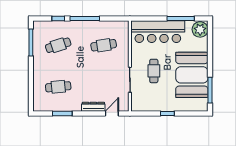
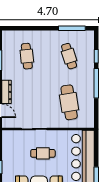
cafe table: (104, 45) -> (69, 102), width x1.37, depth x1.35

